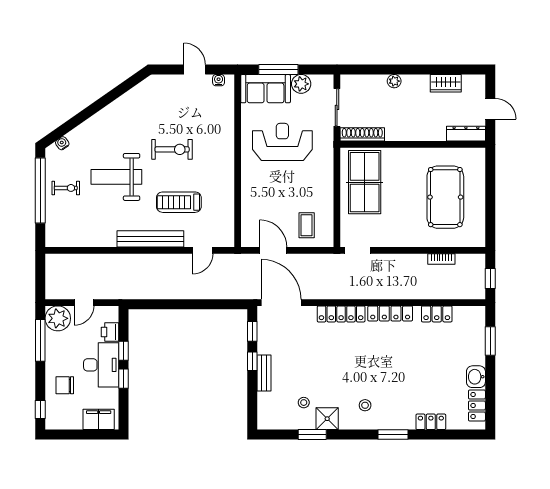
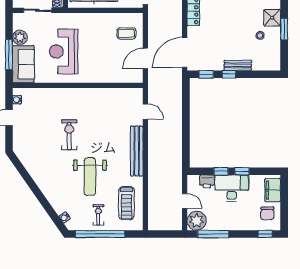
treadmill: (179, 202) -> (127, 203), moved
chair: (65, 385) -> (267, 213), moved

